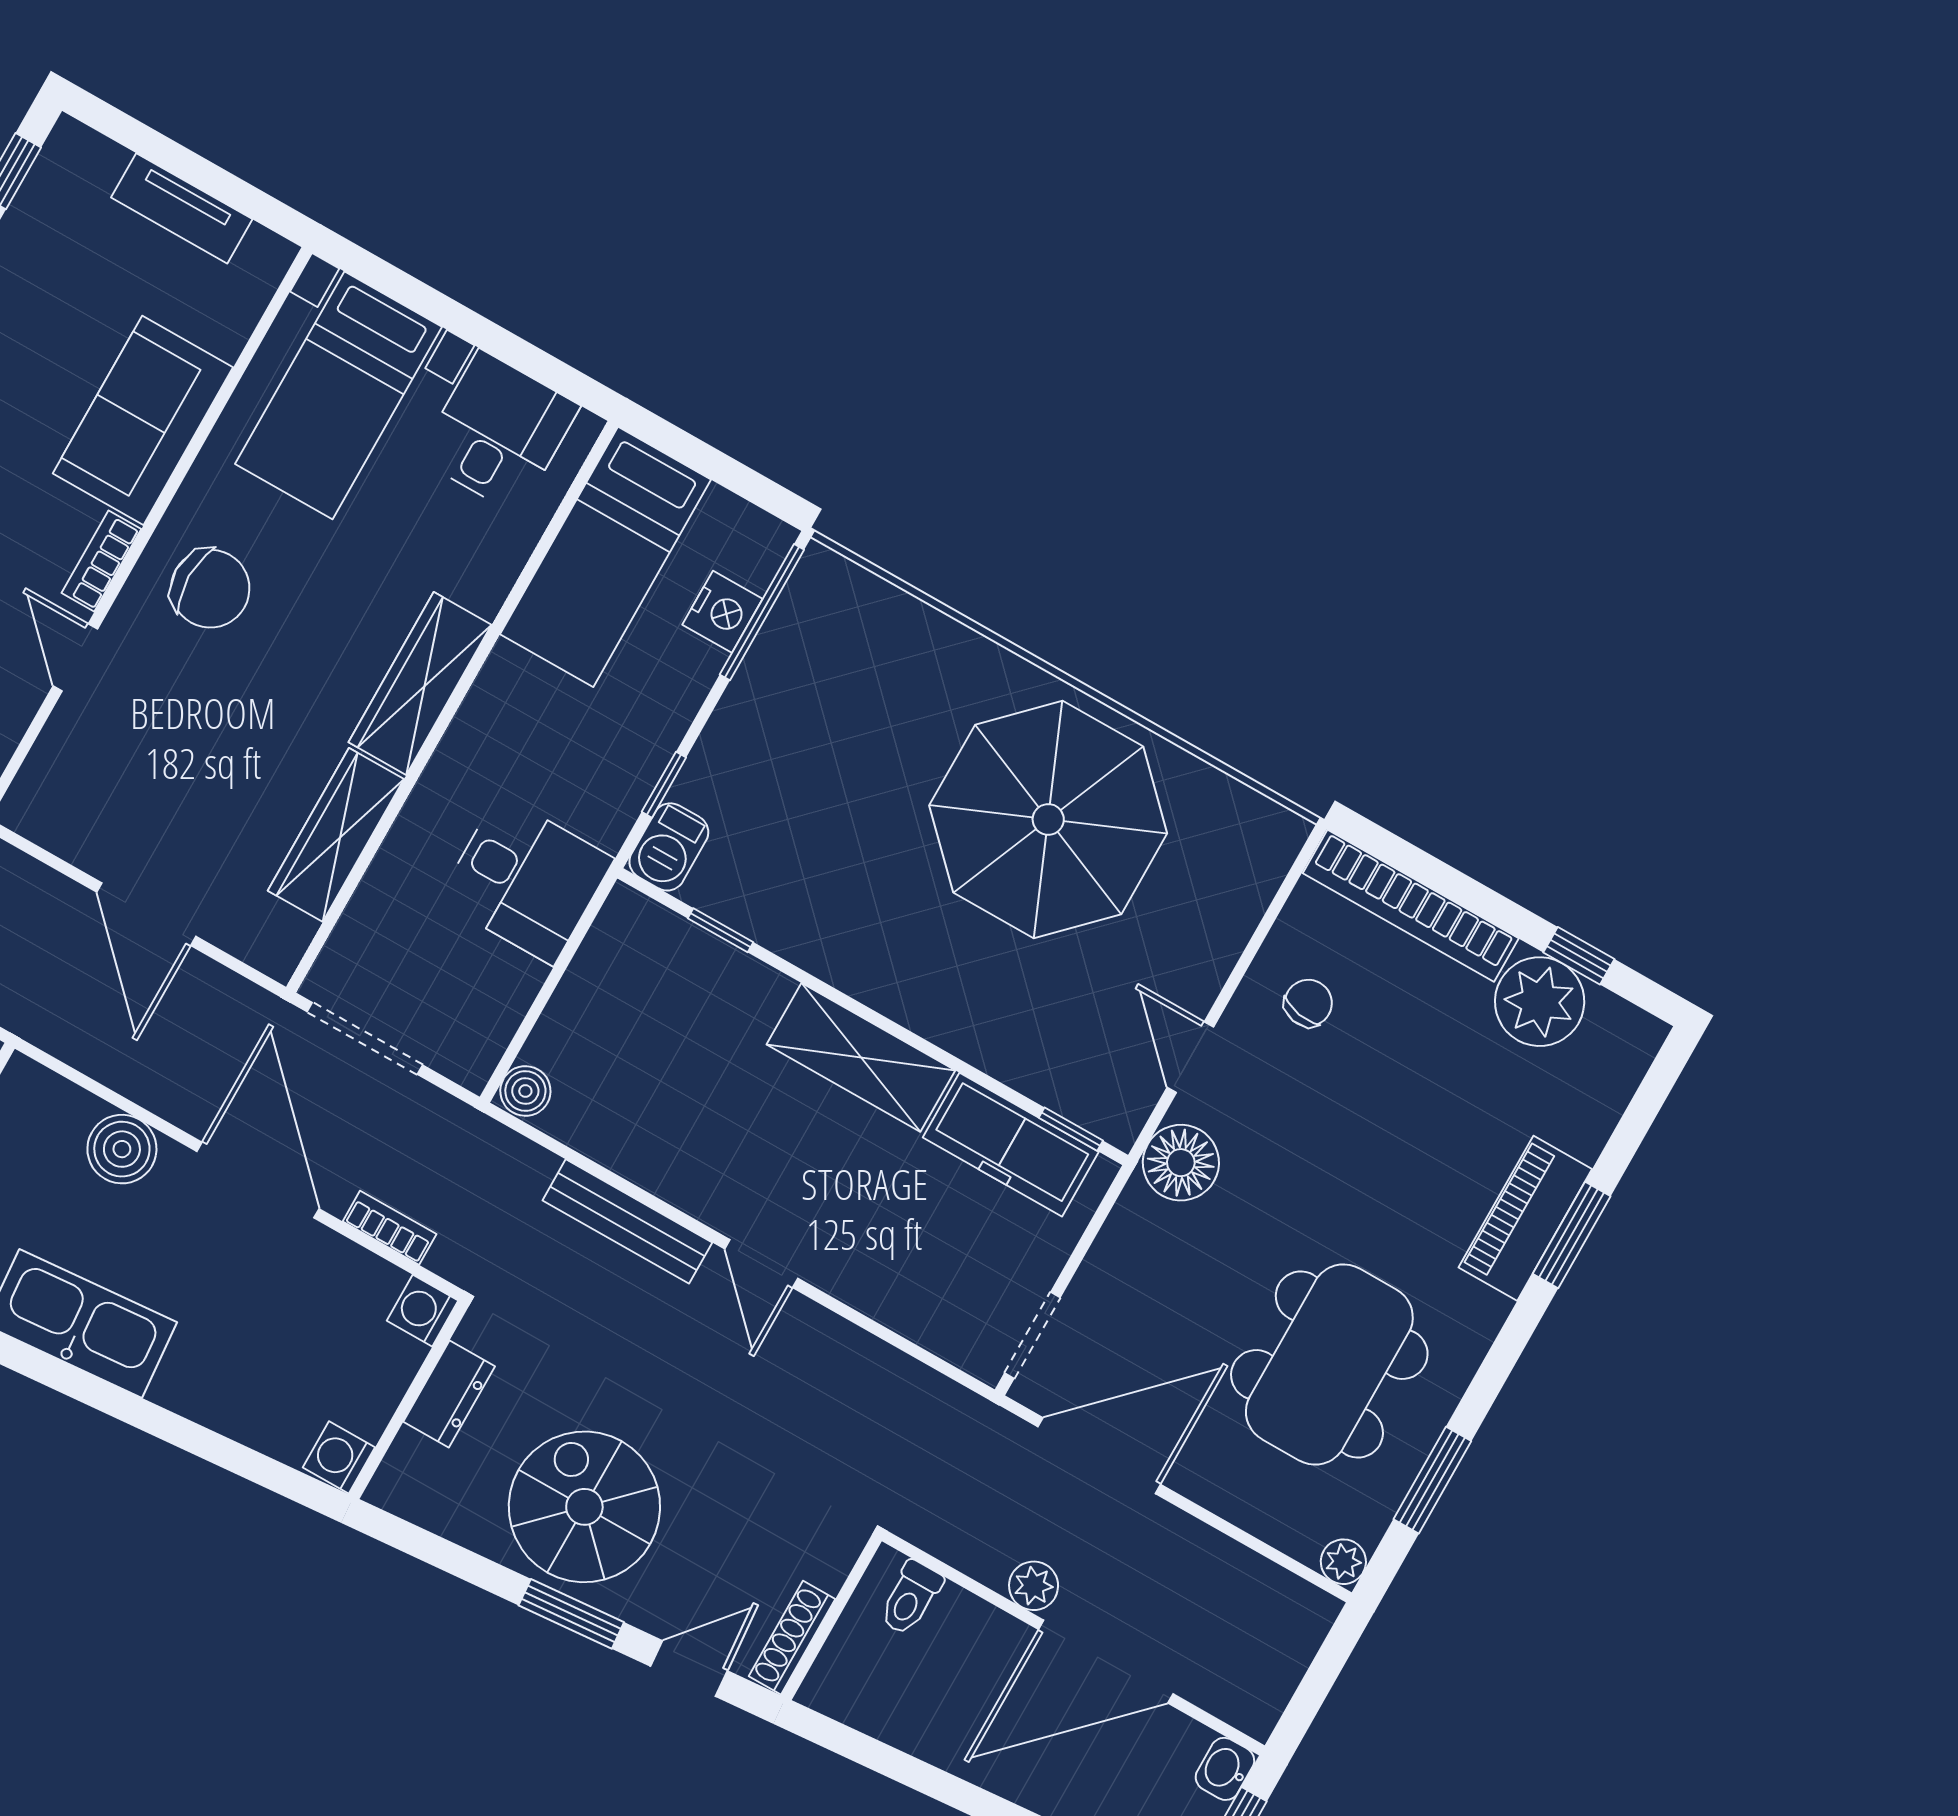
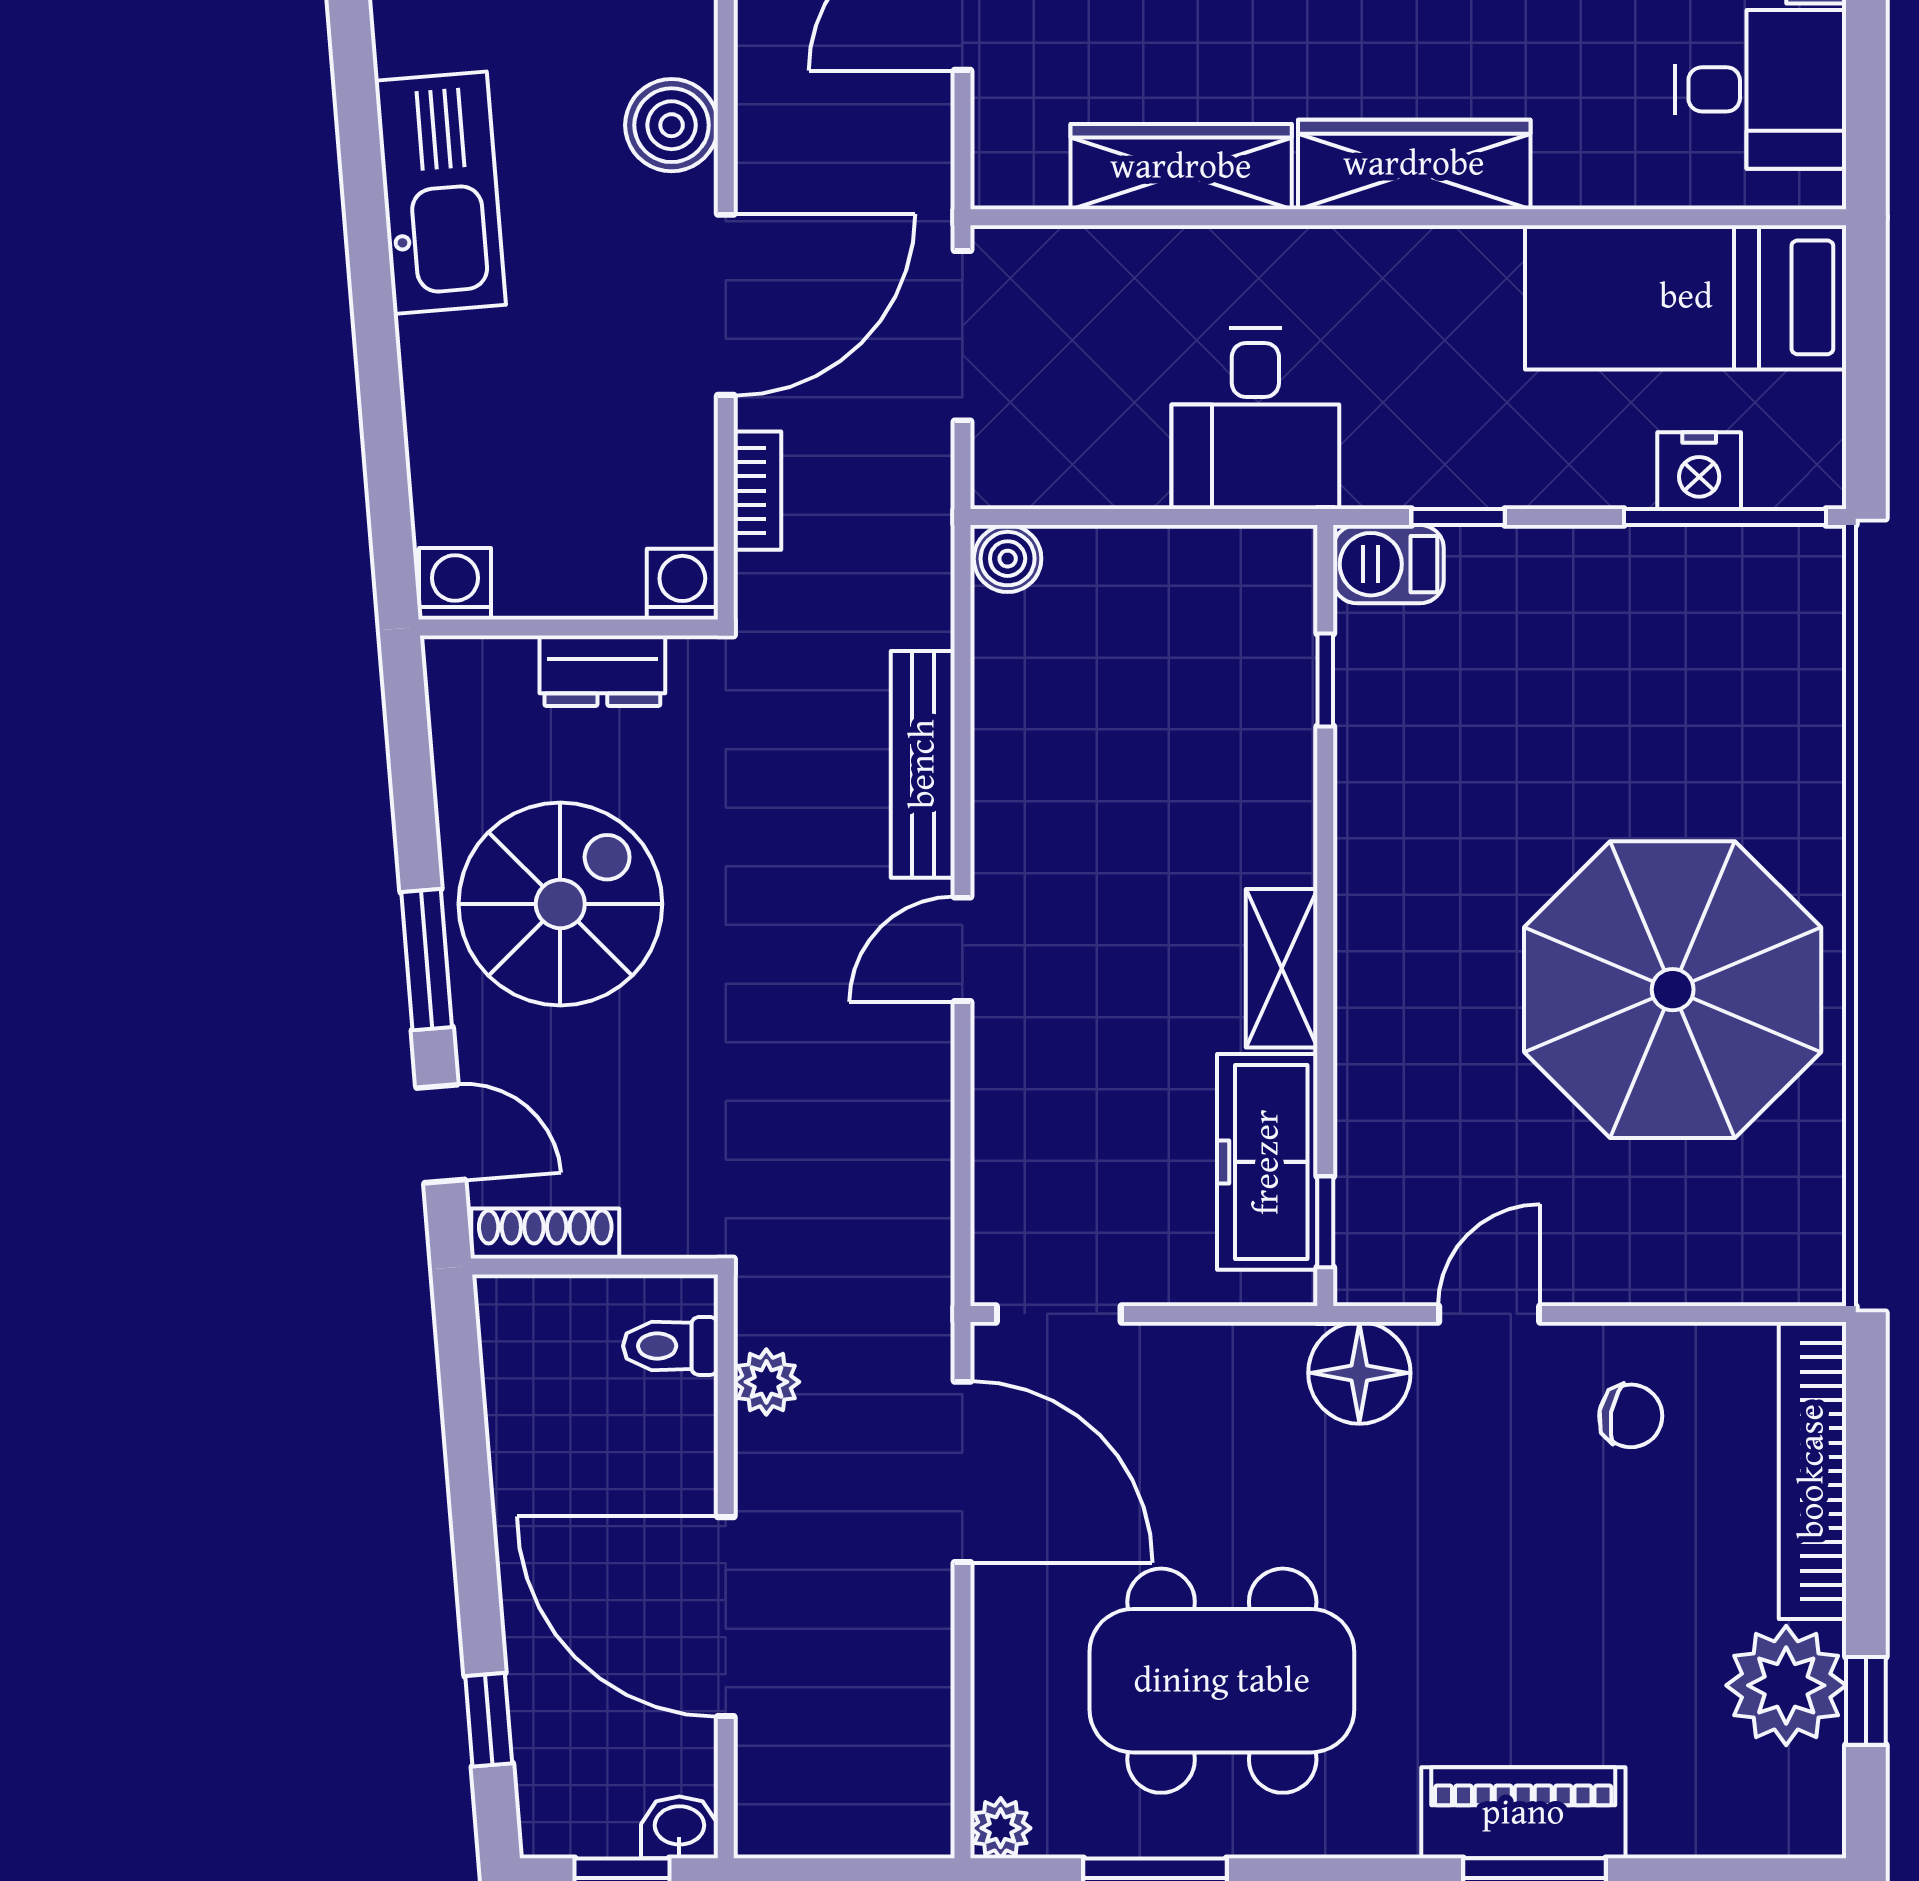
shelving: (861, 1057) -> (1282, 968), width x0.67, depth x0.75
plant: (1034, 1586) -> (766, 1382), moved

